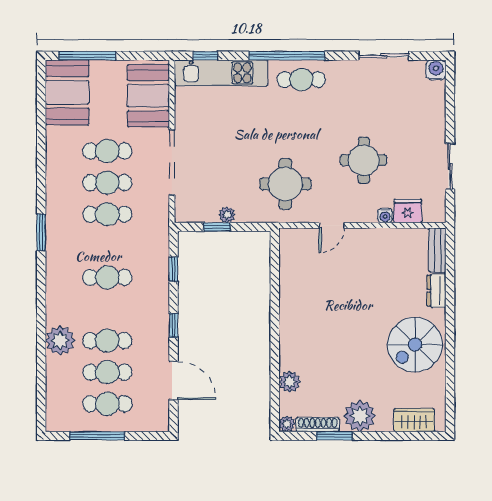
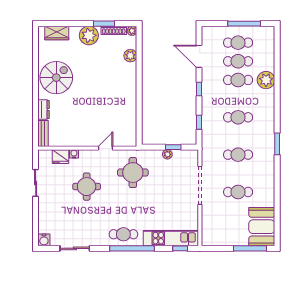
booth: (148, 96) -> (214, 225), removed
cafe table: (107, 183) -> (238, 173), removed

